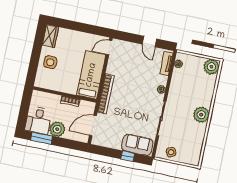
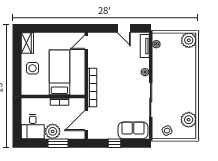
bed: (91, 75) -> (59, 72), moved
plant: (201, 115) -> (189, 120), moved
window: (41, 138) -> (58, 143), moved
window: (128, 156) -> (114, 143), moved

